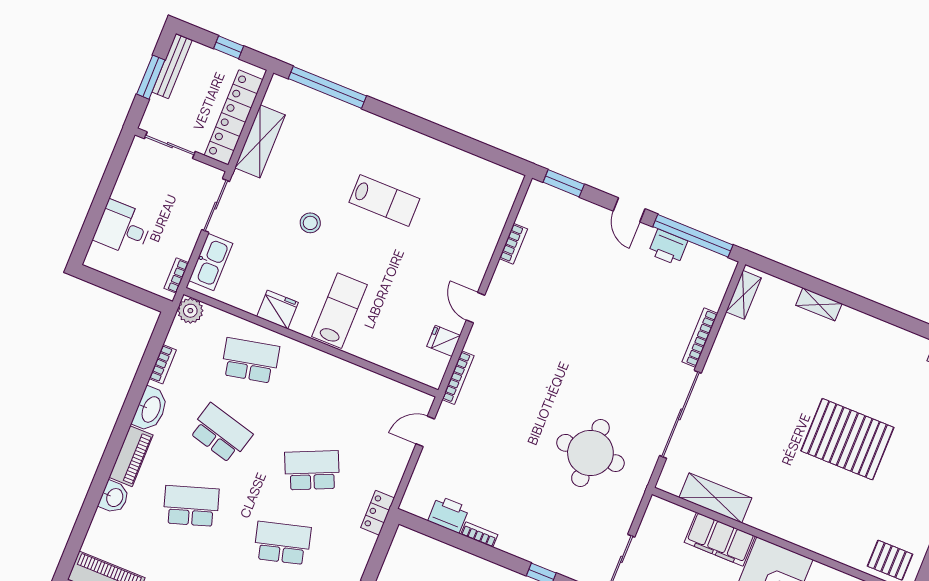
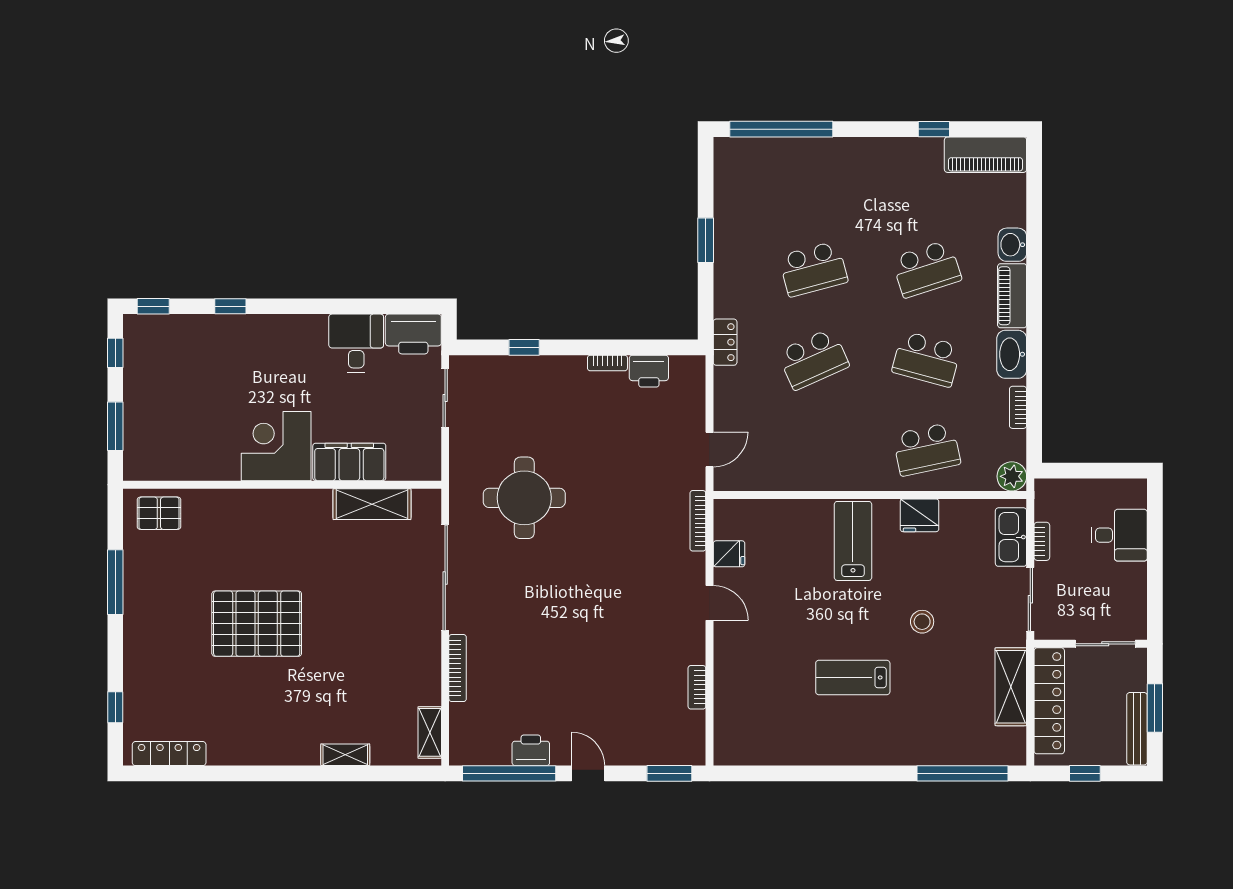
bookcase: (176, 275) -> (1042, 541), moved
lab bench: (340, 311) -> (853, 541), turned 180

